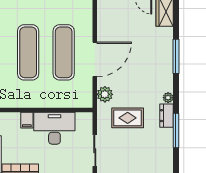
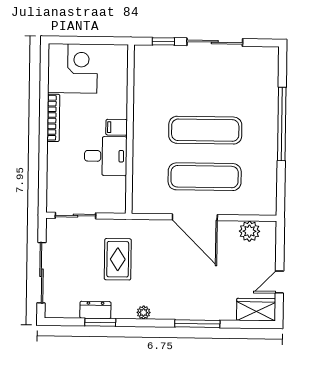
plant: (105, 94) -> (249, 231), moved
dresser: (167, 116) -> (95, 310), moved
desk: (54, 128) -> (106, 156), width x0.73
window: (176, 131) -> (100, 322), width x0.69

